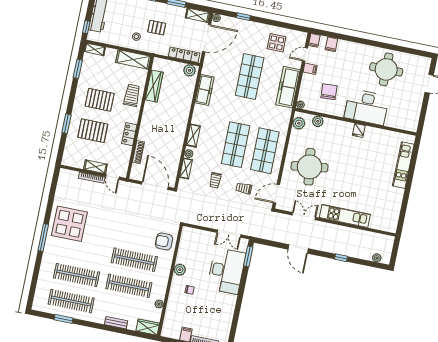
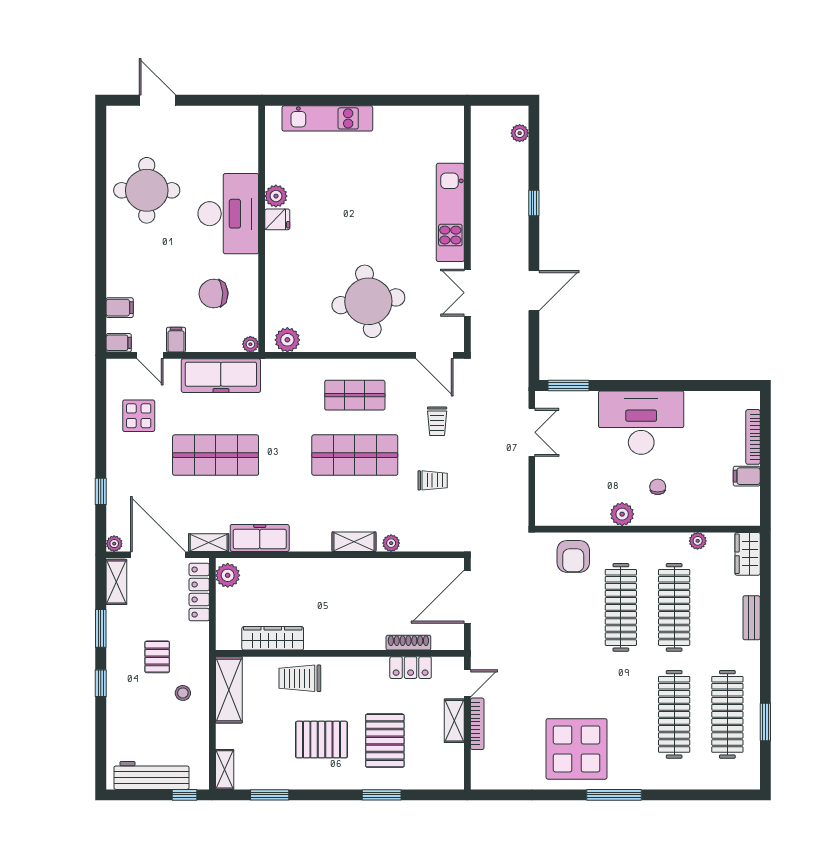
pallet: (100, 100) -> (321, 740), turned 90
plant: (318, 121) -> (276, 196), moved
locker: (129, 134) -> (411, 668), moved
shop shelf: (265, 151) -> (355, 395), width x0.70, depth x0.74
shelving: (186, 168) -> (209, 543), moved
desk: (226, 271) -> (641, 423), moved

